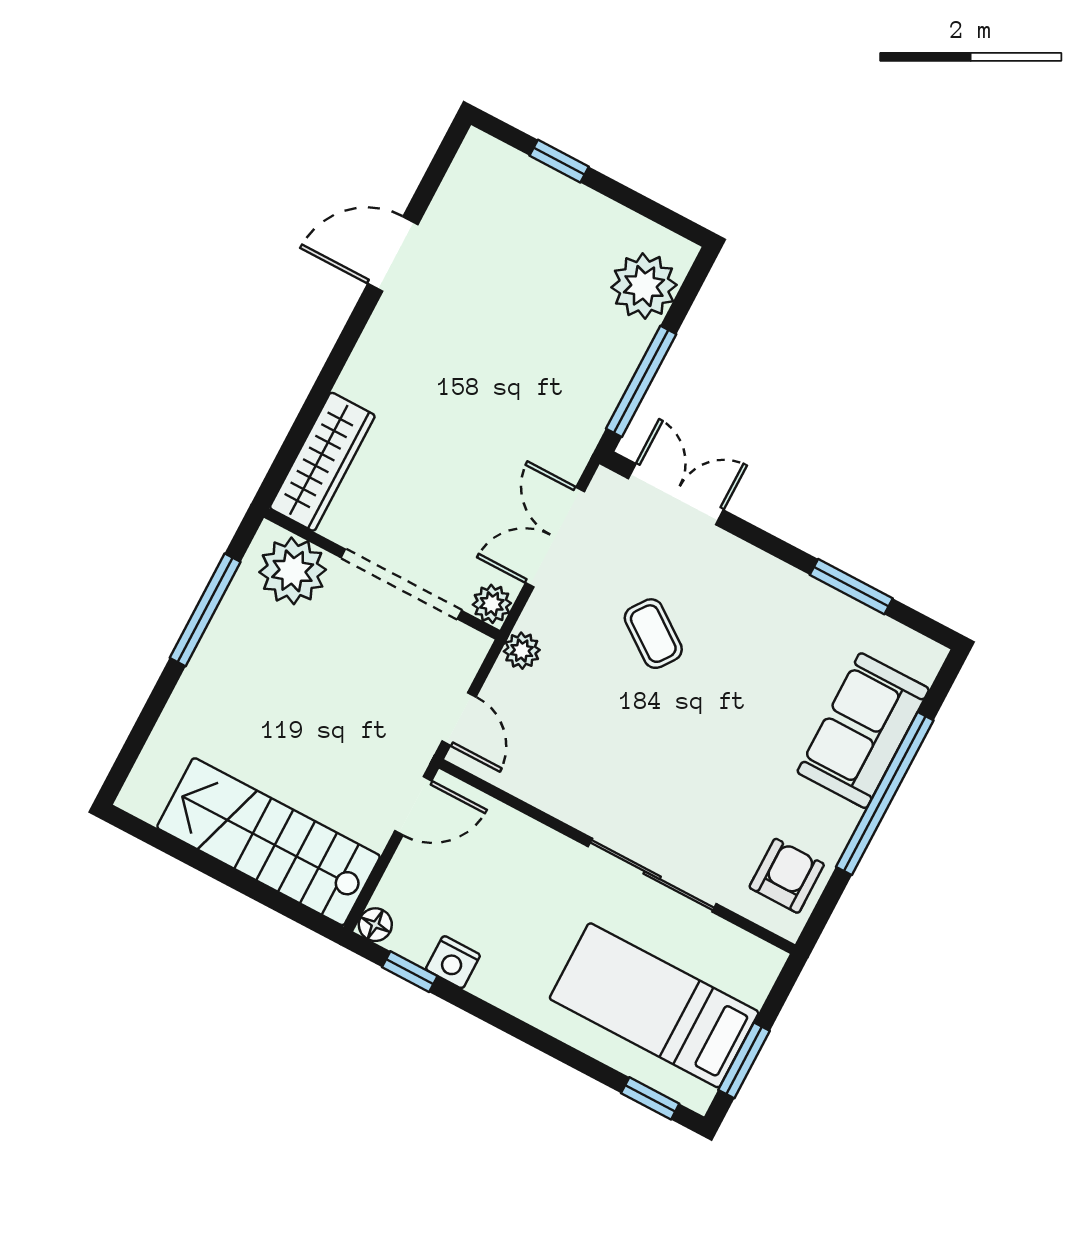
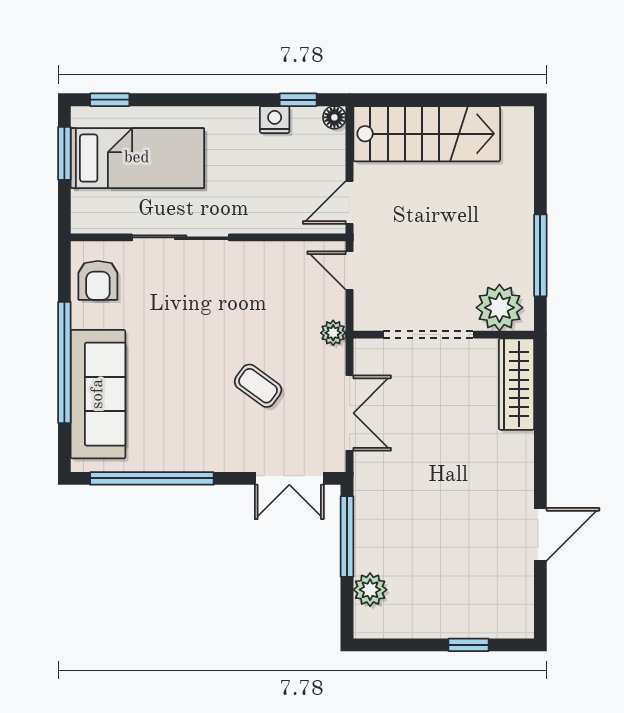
plant: (644, 286) -> (370, 590), width x0.73, depth x0.73
window: (851, 587) -> (152, 478), width x2.11
plant: (492, 604) -> (367, 352), removed
sofa: (863, 731) -> (98, 394), width x1.36

